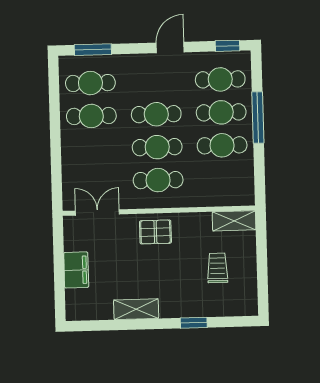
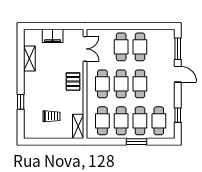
window: (228, 46) -> (178, 115), moved
door: (170, 47) -> (178, 74), moved
cafe table: (90, 83) -> (121, 47), moved
window: (258, 118) -> (136, 142), width x0.69
cafe table: (223, 178) -> (102, 121), added
shelving: (136, 309) -> (29, 59), moved

